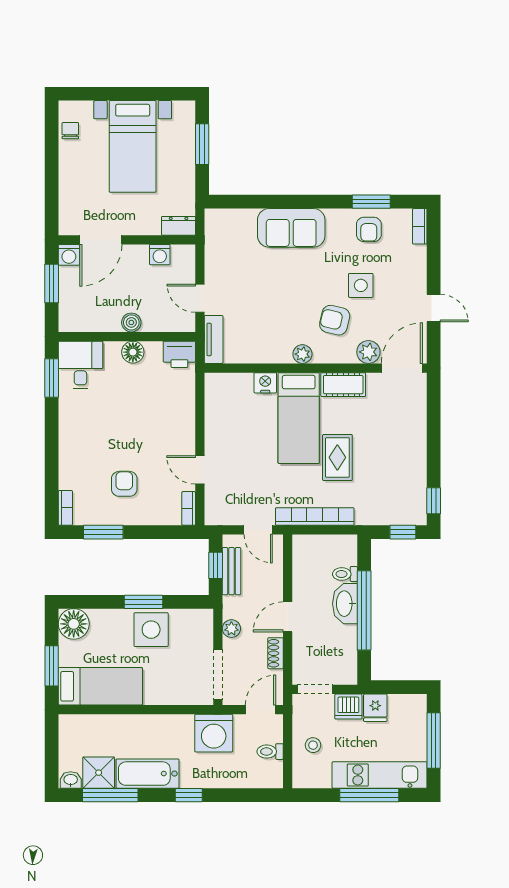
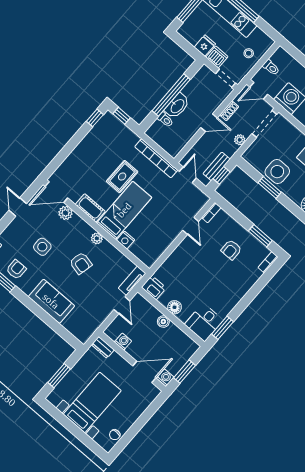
armchair: (335, 320) -> (81, 263), moved

